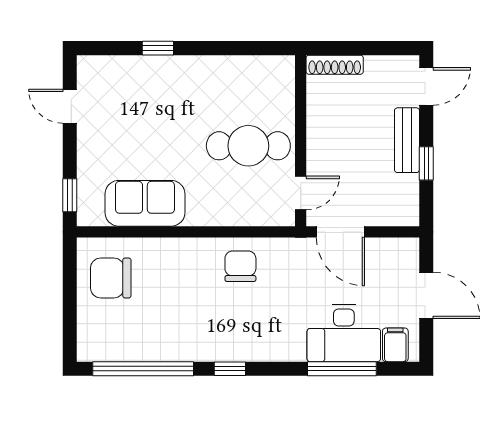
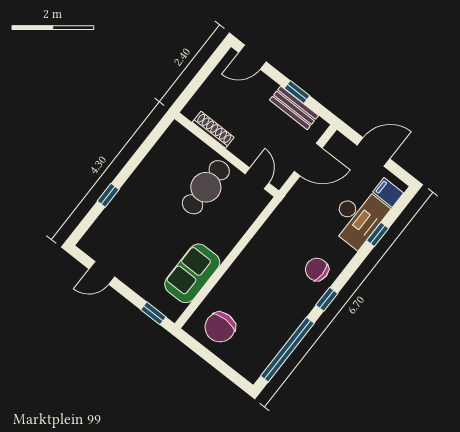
shoe rack: (335, 65) -> (213, 130), moved, turned -90
door: (426, 86) -> (252, 57), swing flipped
bench: (407, 140) -> (294, 108), moved
door: (340, 232) -> (308, 160), moved
chair: (240, 266) -> (317, 269), moved
window: (342, 369) -> (378, 234), width x0.46

